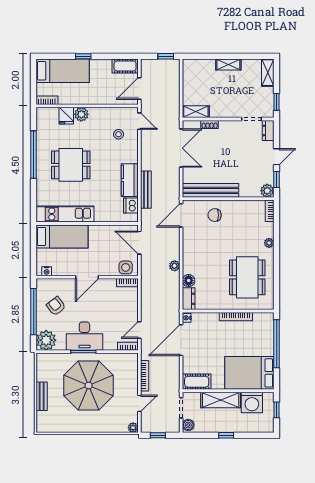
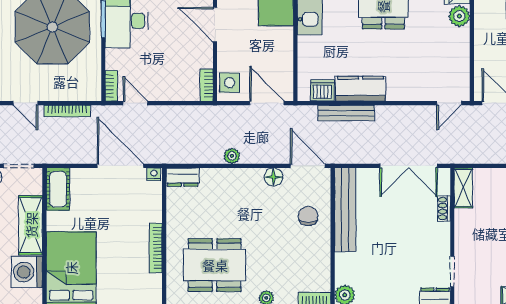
stool: (119, 134) -> (429, 72), removed
door: (139, 243) -> (267, 103), hinge flipped
floor lamp: (189, 281) -> (273, 177), moved

